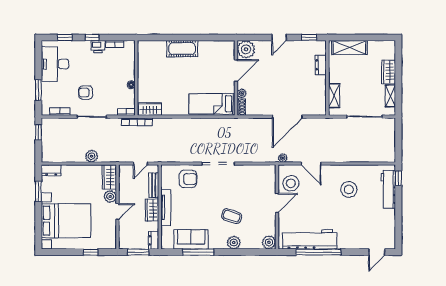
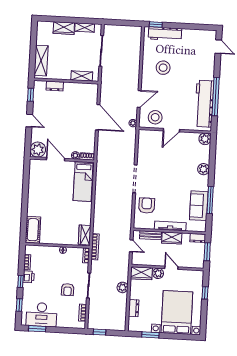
cot: (182, 49) -> (33, 230), moved
window: (38, 90) -> (37, 329), moved
dresser: (51, 170) -> (134, 308), moved
door: (277, 203) -> (171, 130), swing flipped
coffee table: (232, 216) -> (181, 170), removed

